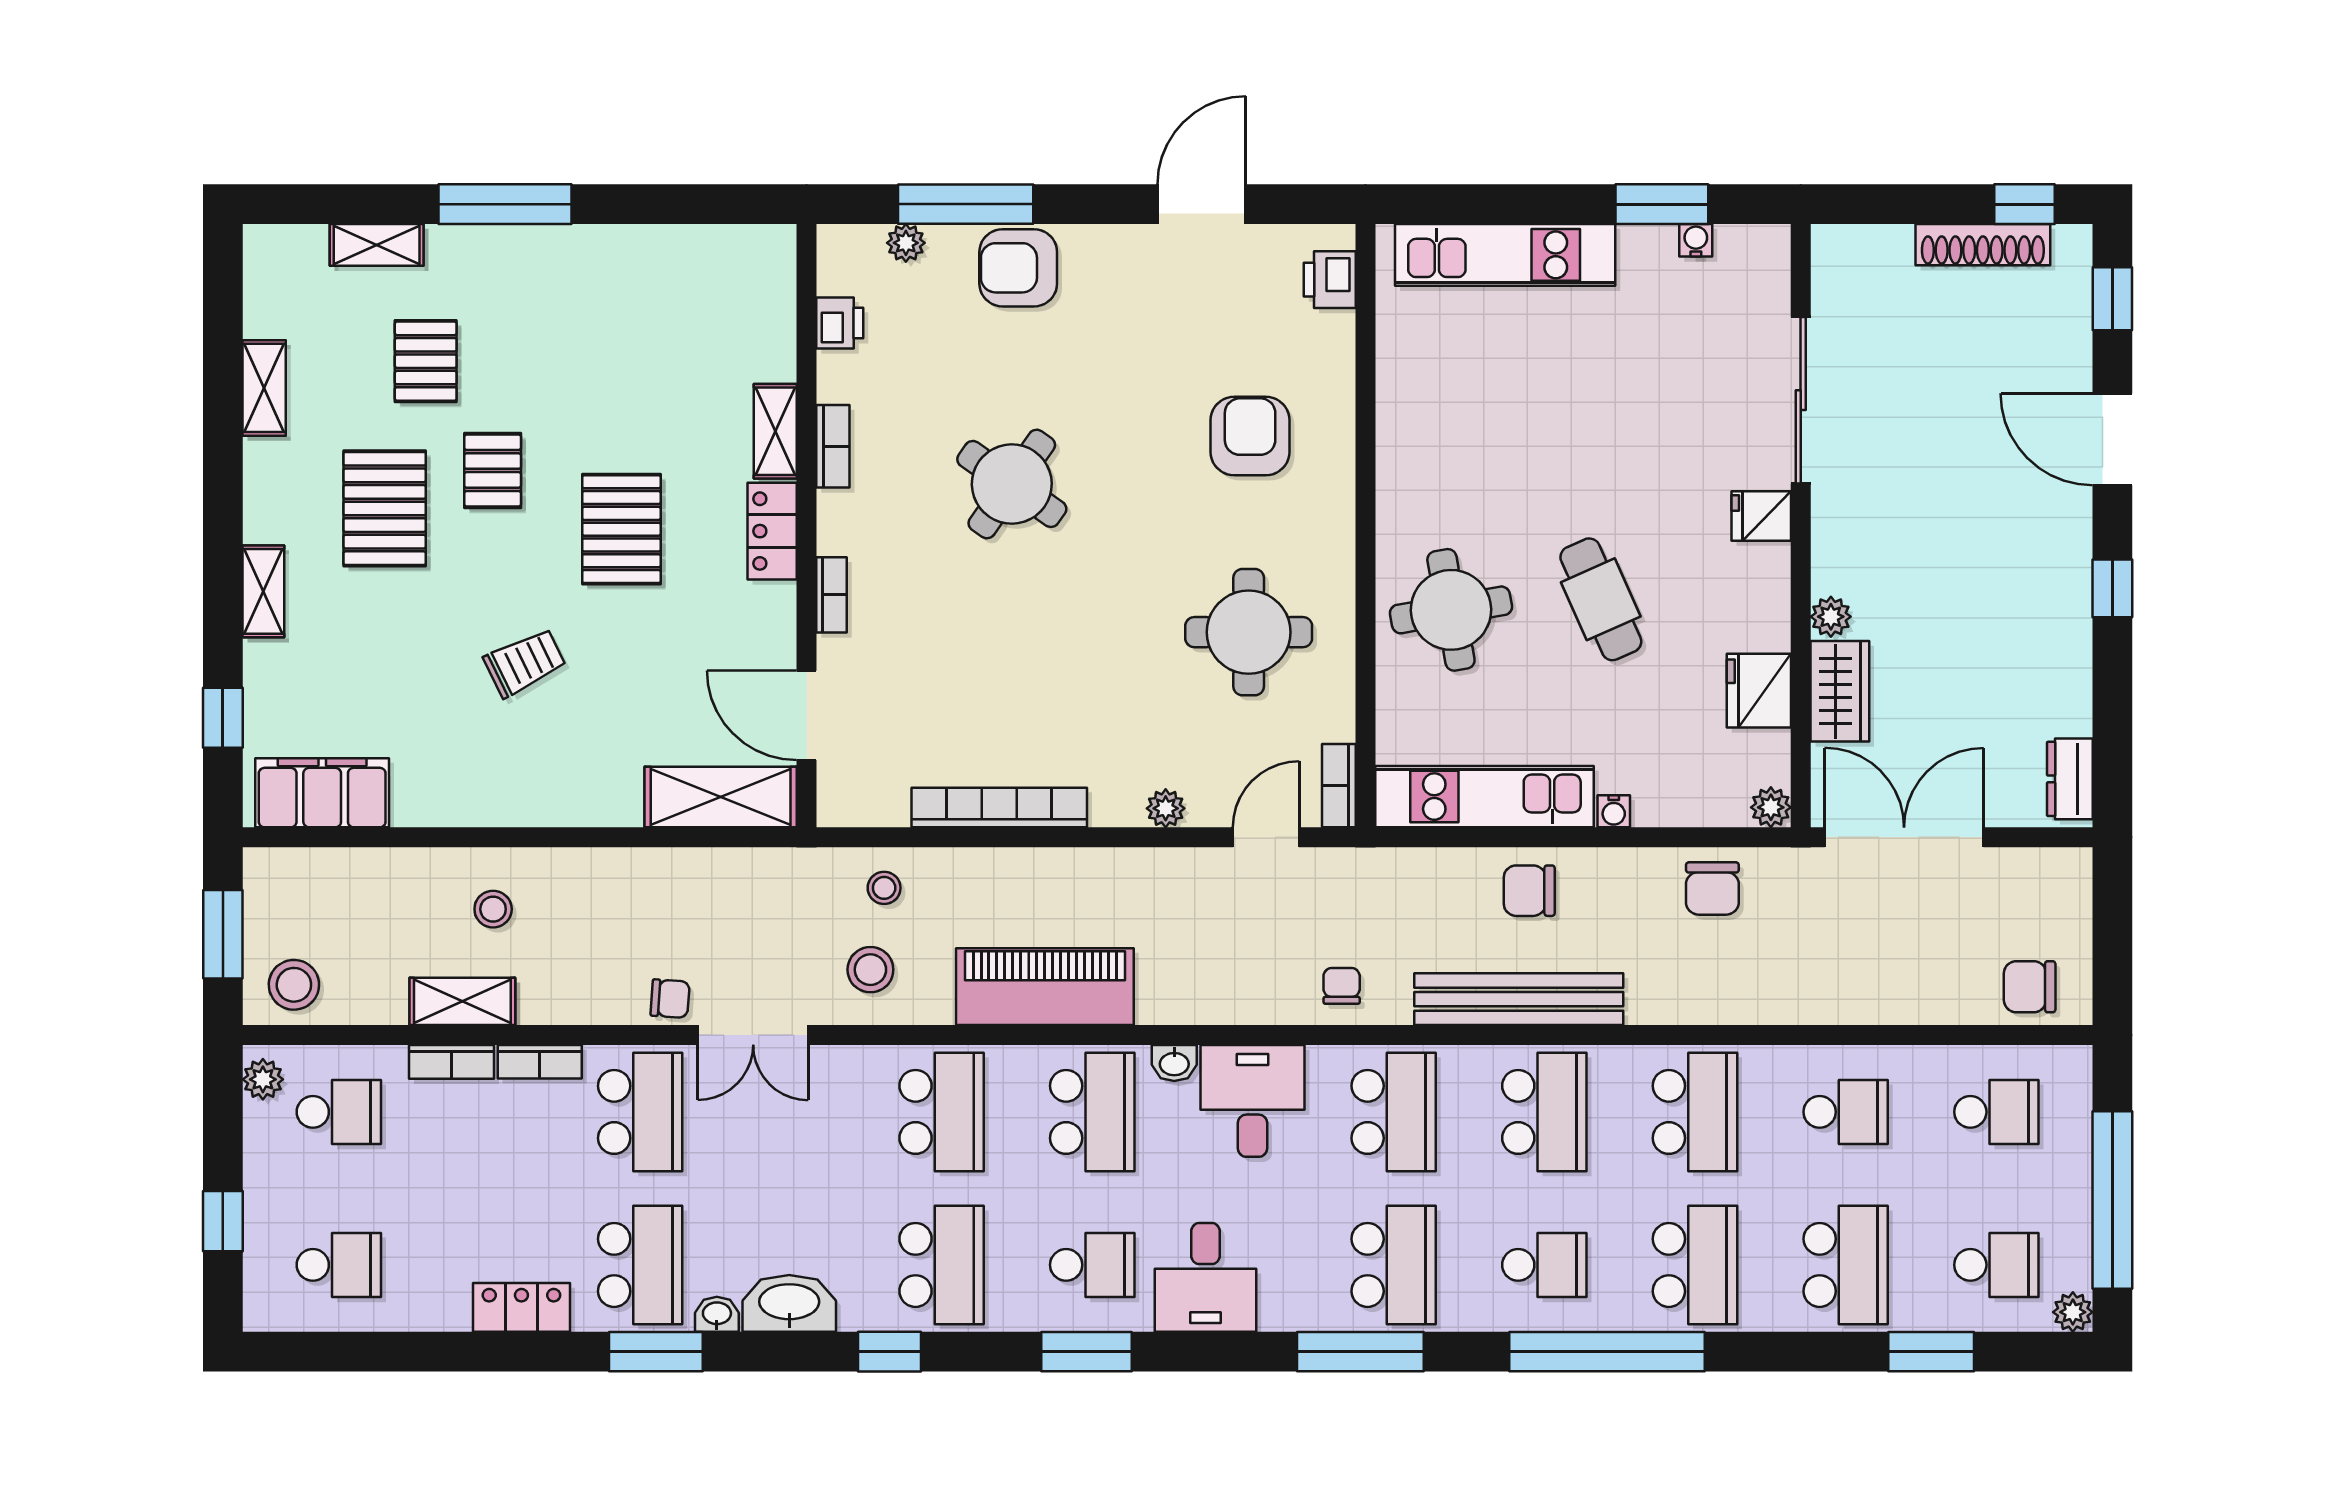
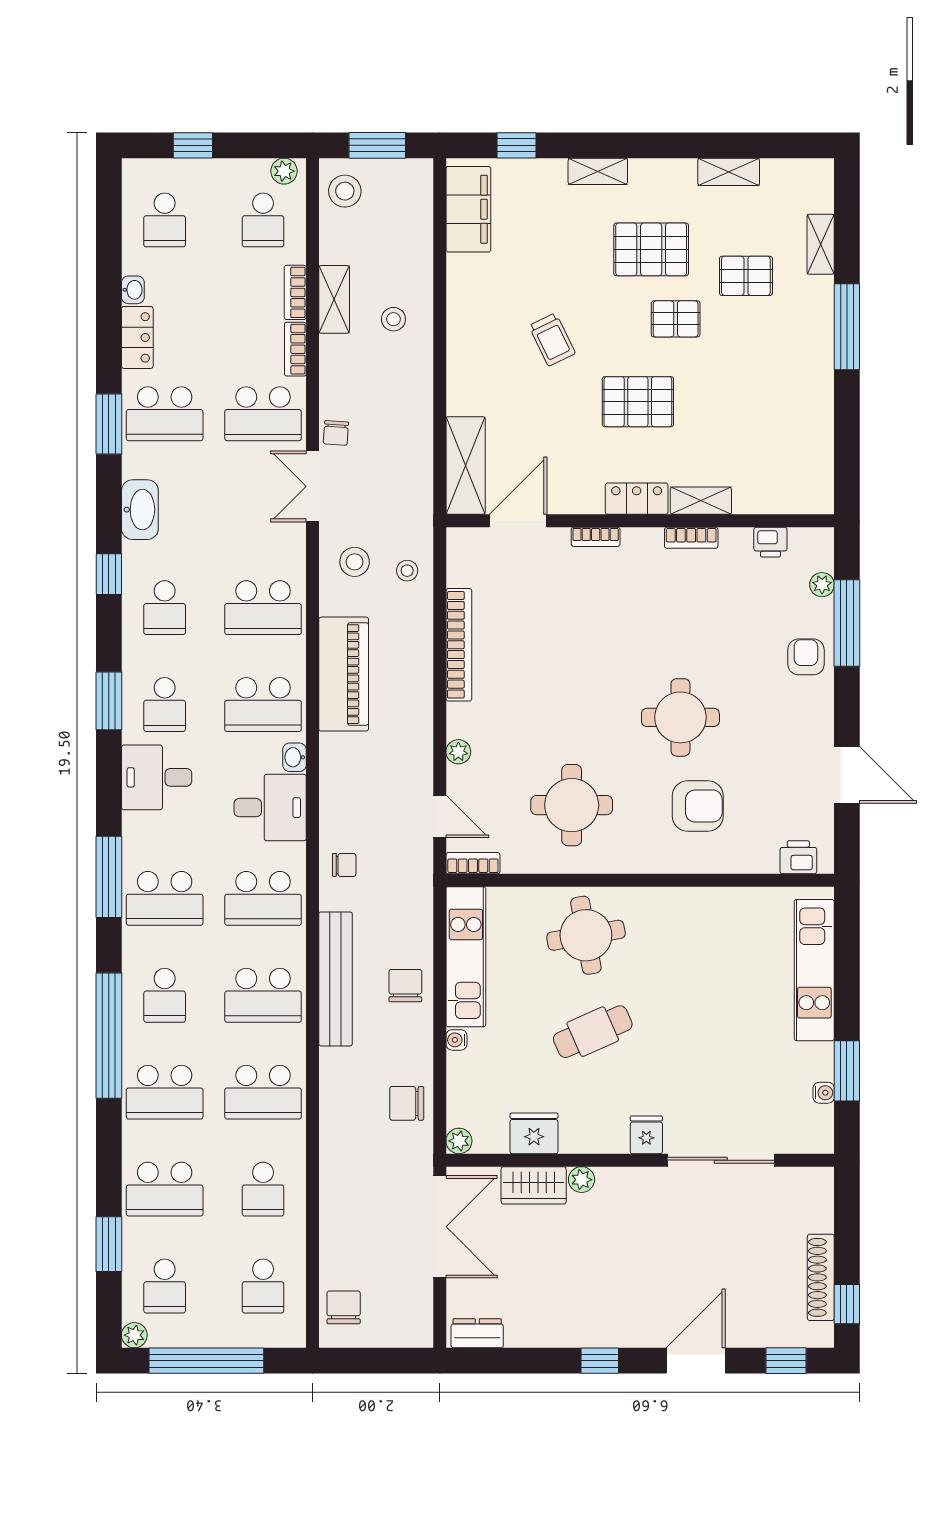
armchair: (1018, 268) -> (806, 657), width x0.72, depth x0.72
round table: (1012, 484) -> (680, 717), moved, turned -35
school desk: (942, 1265) -> (165, 608), width x0.54
washbasin: (717, 1314) -> (133, 290), moved

